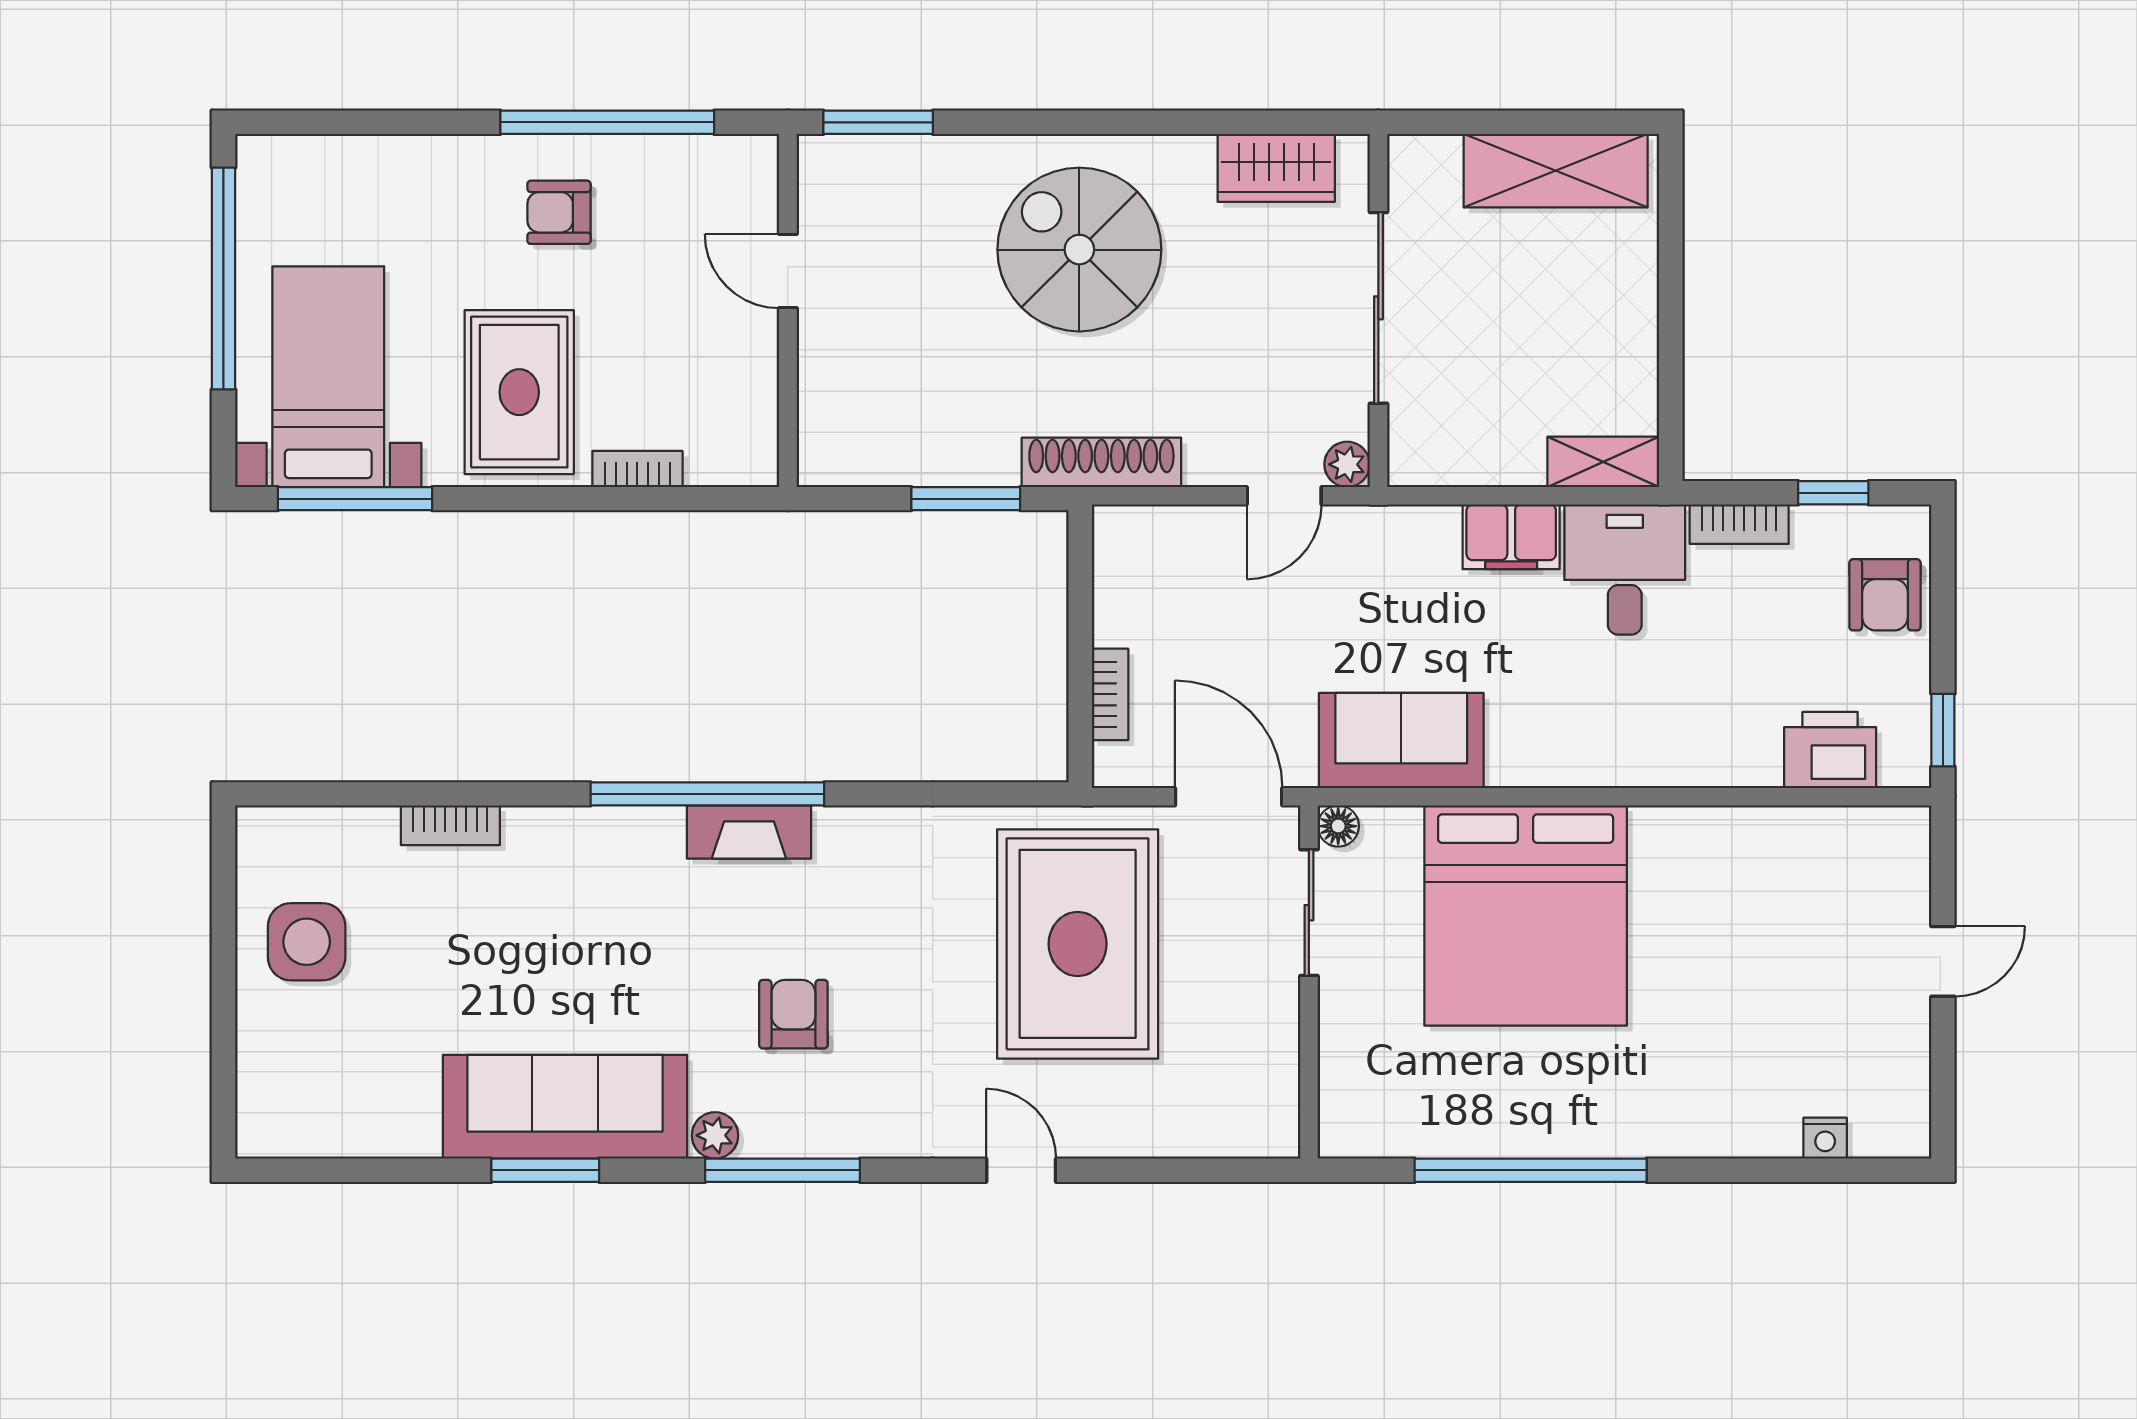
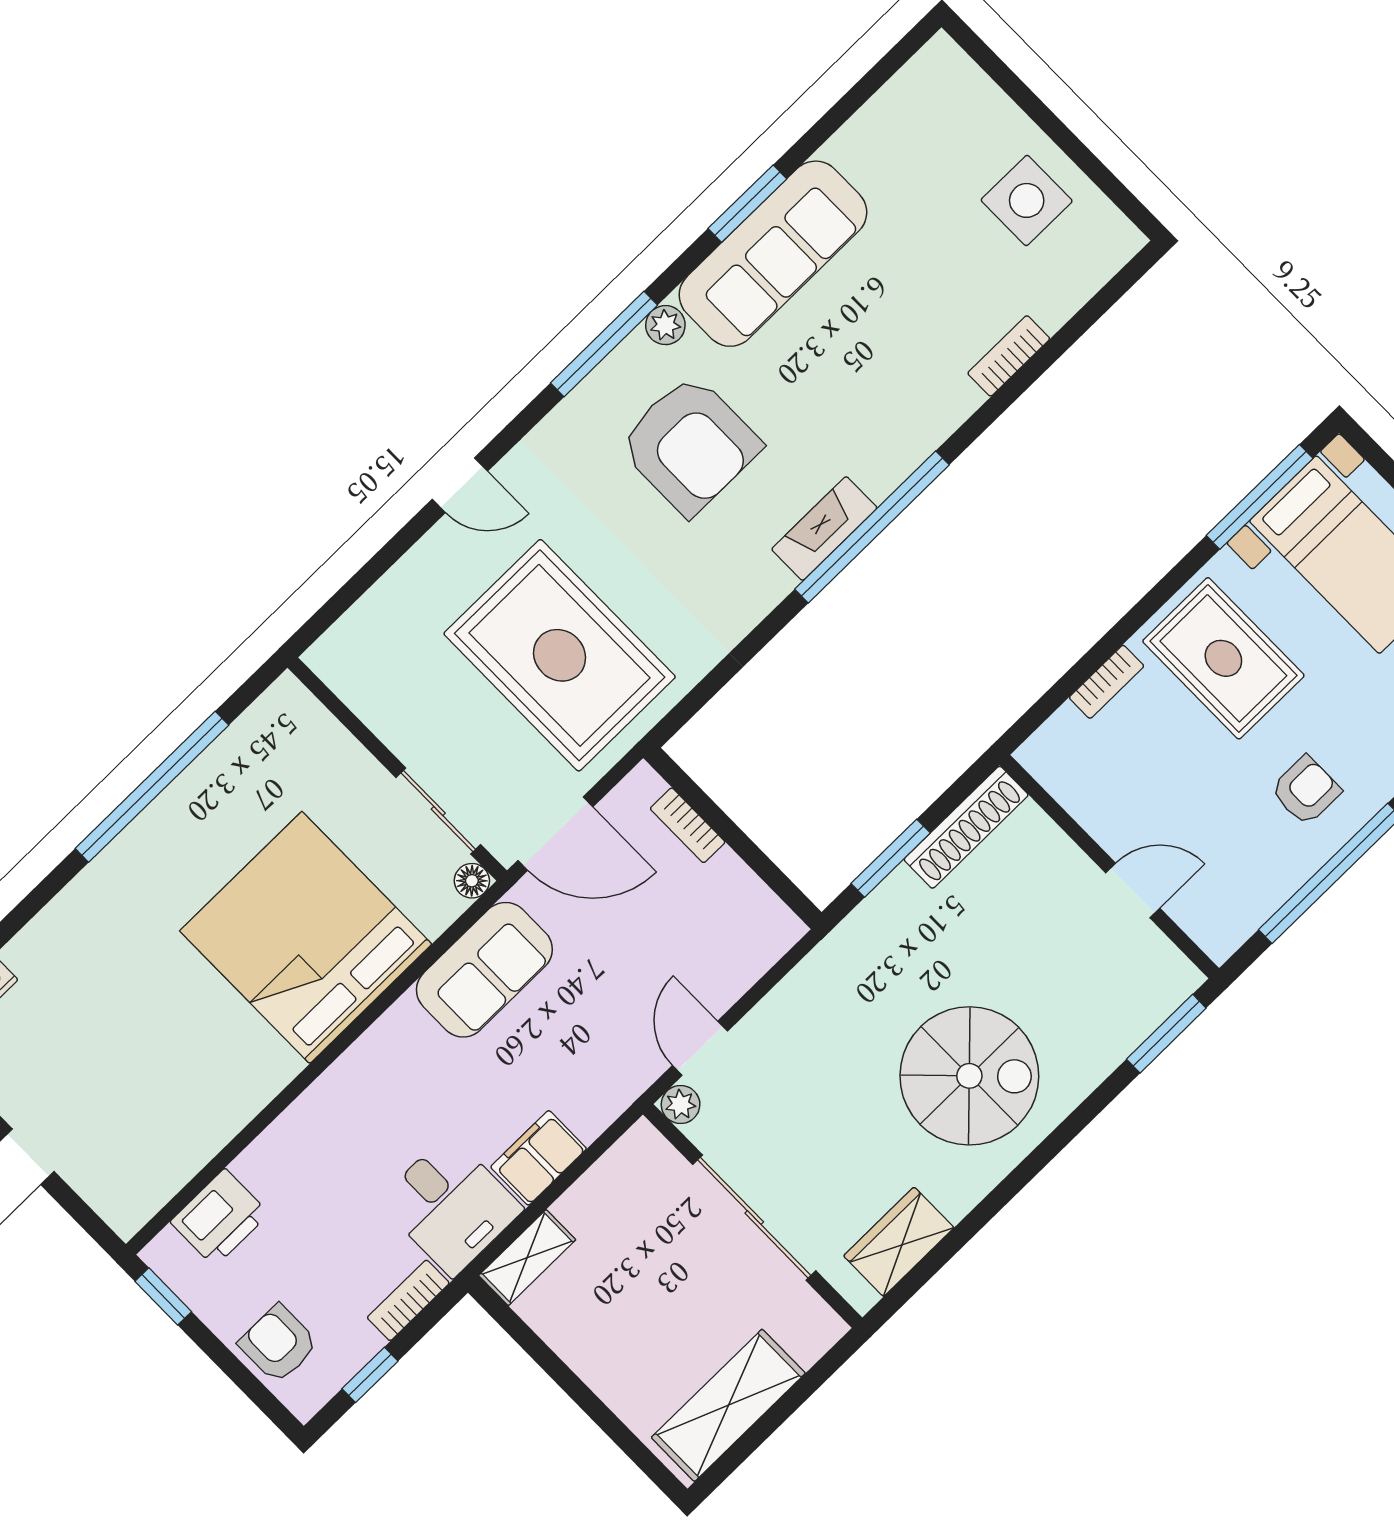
shoe rack: (1101, 462) -> (966, 827), moved
armchair: (793, 1014) -> (690, 445), width x1.88, depth x1.88

